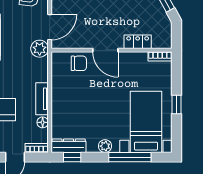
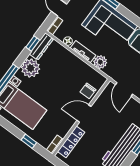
locker: (138, 42) -> (71, 142), width x1.53
plant: (40, 49) -> (100, 62), moved
window: (177, 105) -> (29, 141), moved
plant: (105, 146) -> (31, 68), width x1.88, depth x1.88

